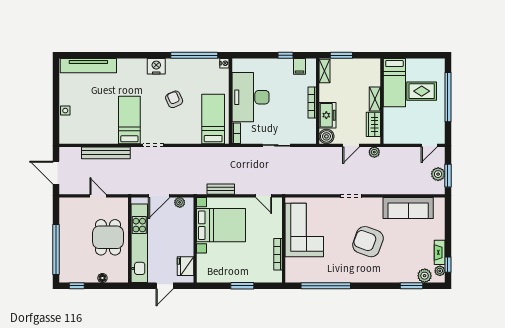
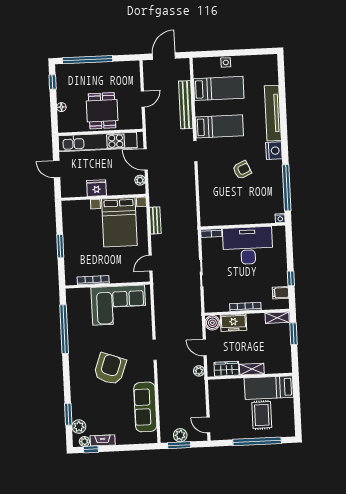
tv unit: (88, 66) -> (273, 113), moved
bed: (213, 119) -> (219, 88), moved
dining table: (108, 237) -> (102, 111), turned 90
fridge: (186, 266) -> (96, 188), moved

